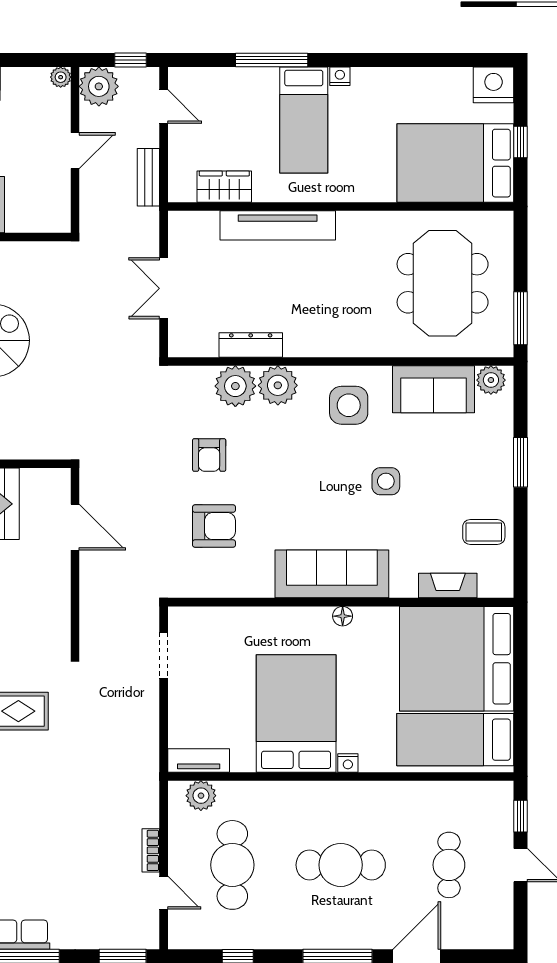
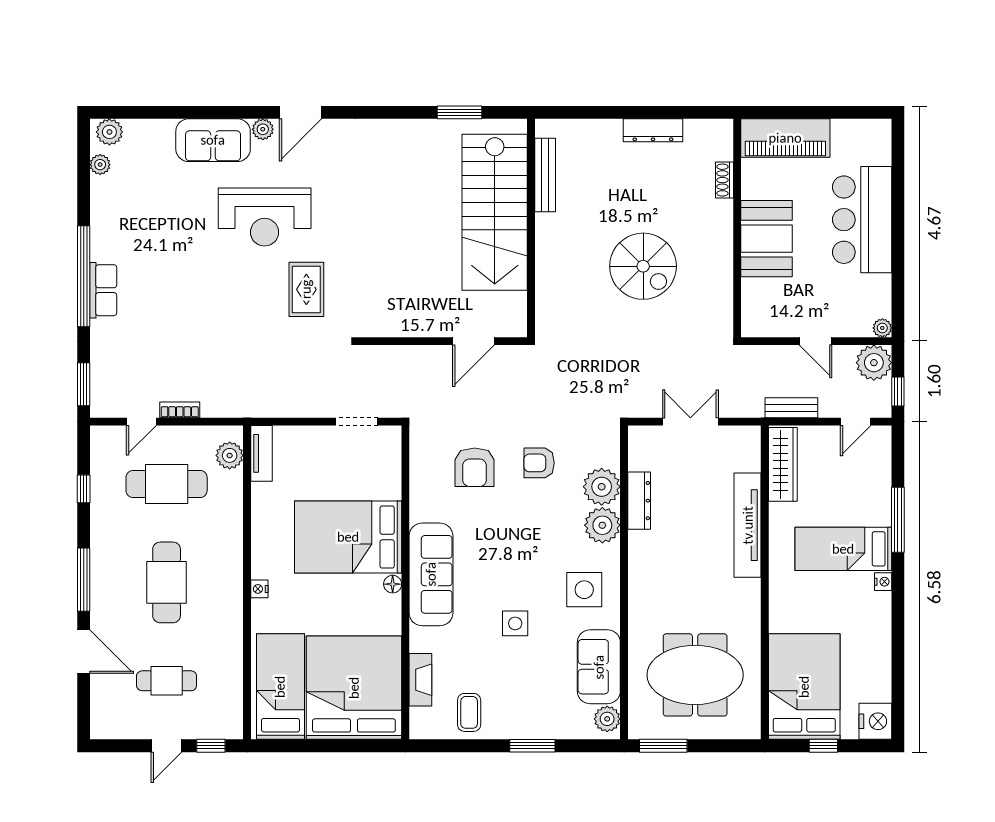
wardrobe: (224, 187) -> (783, 464), width x1.50
bed: (296, 713) -> (348, 537), moved, turned 180

